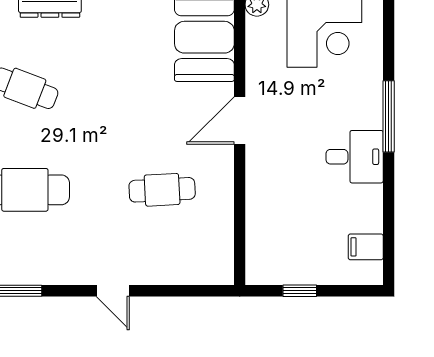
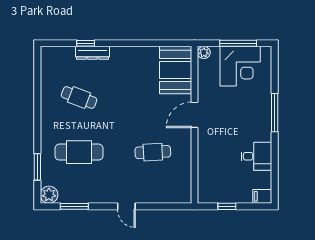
desk: (355, 157) -> (256, 156), moved
filing cabinet: (366, 247) -> (262, 196), moved

